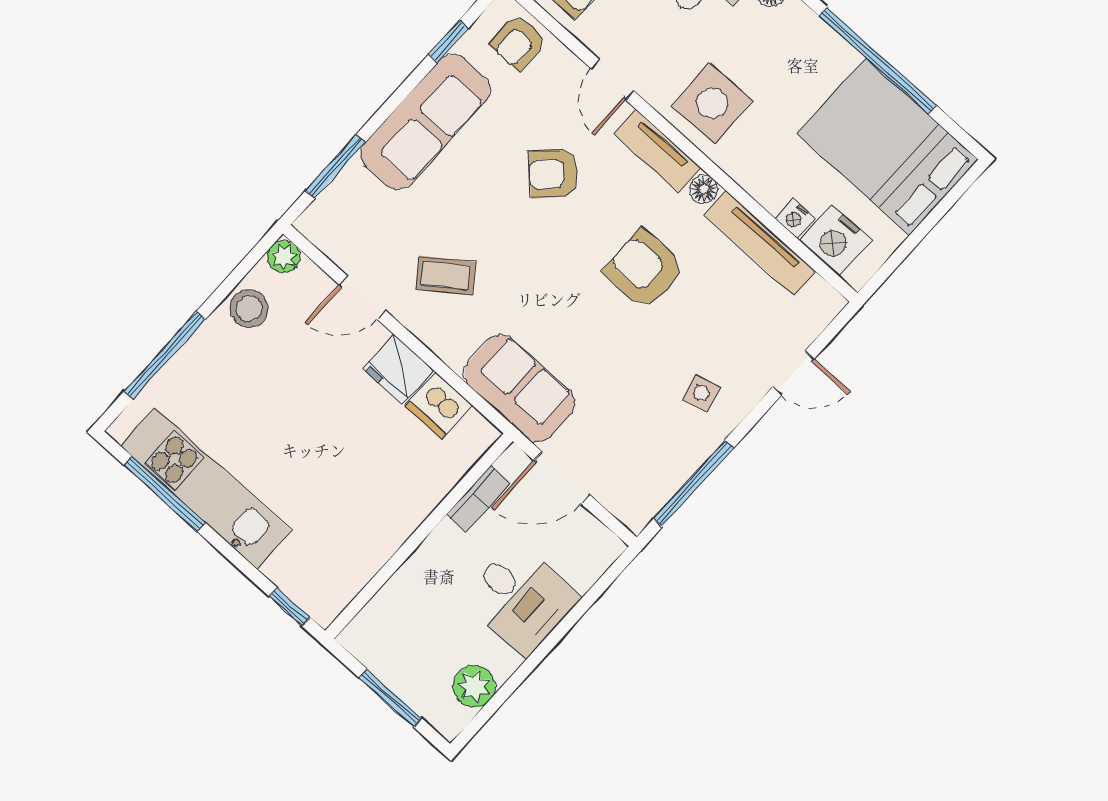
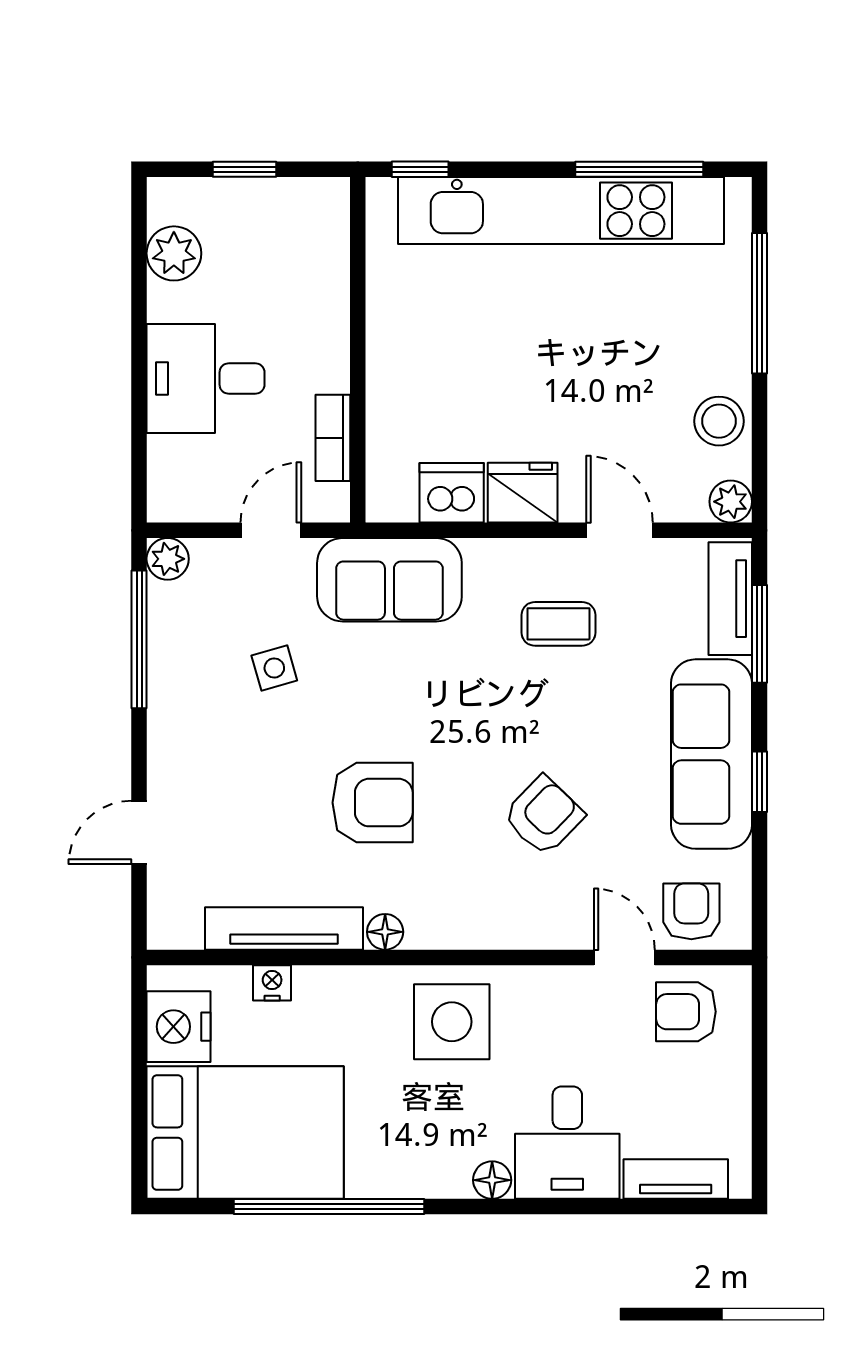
window: (448, 42) -> (759, 782), moved
door: (612, 80) -> (624, 957), moved
tv unit: (657, 150) -> (730, 599), moved, turned -90
nightstand: (836, 240) -> (178, 1027), moved, turned -90
coffee table: (446, 276) -> (558, 624), turned 36
door: (362, 297) -> (620, 530), hinge flipped
side table: (701, 393) -> (274, 668), moved
door: (562, 478) -> (271, 530), width x0.73
kitchen unit: (206, 488) -> (561, 211), width x1.36
plant: (636, 515) -> (168, 559), added
window: (390, 698) -> (245, 169), width x0.67

